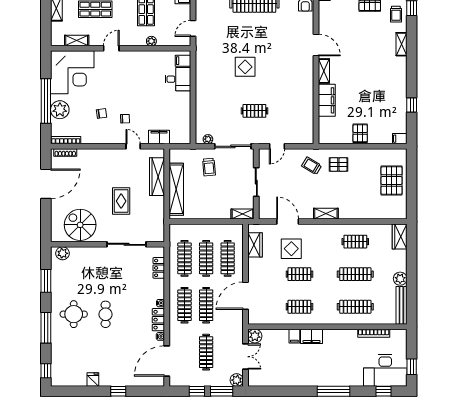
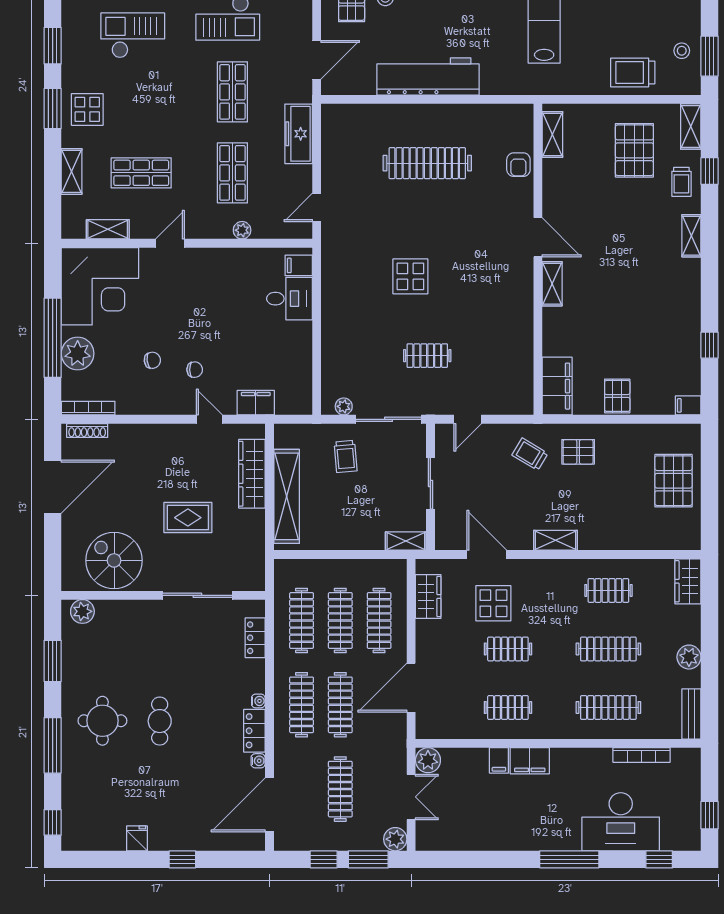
filing cabinet: (327, 100) -> (557, 386), moved
rug: (121, 201) -> (188, 518), turned 90
bench: (401, 305) -> (691, 714), width x0.73
desk: (385, 370) -> (621, 822), moved

